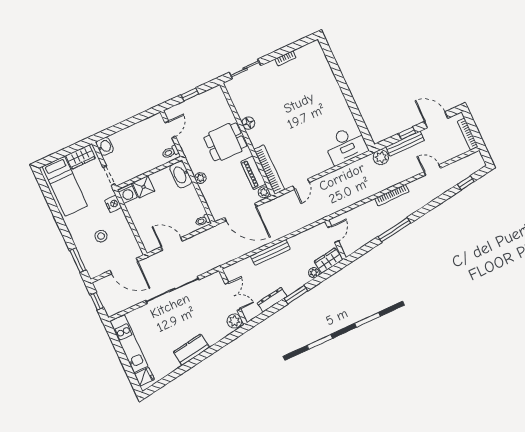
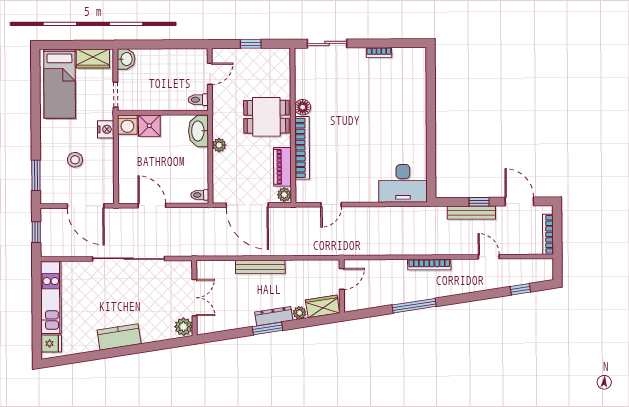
plant: (381, 157) -> (437, 216), removed
bookcase: (269, 170) -> (302, 148), moved
dresser: (272, 300) -> (274, 316), moved

